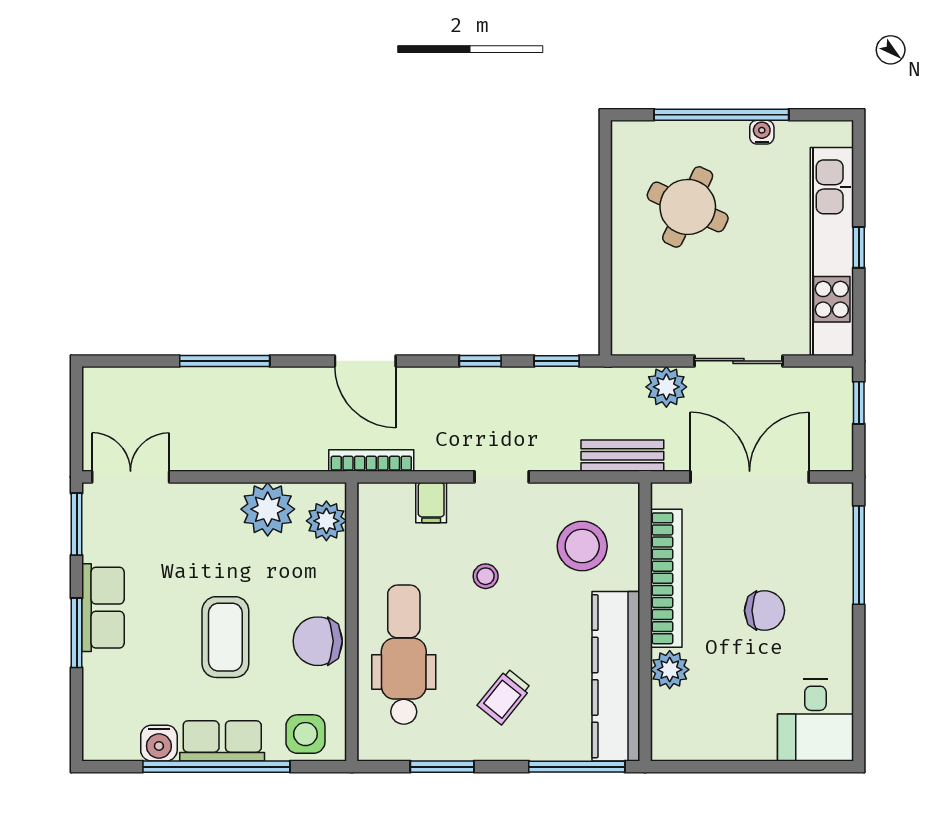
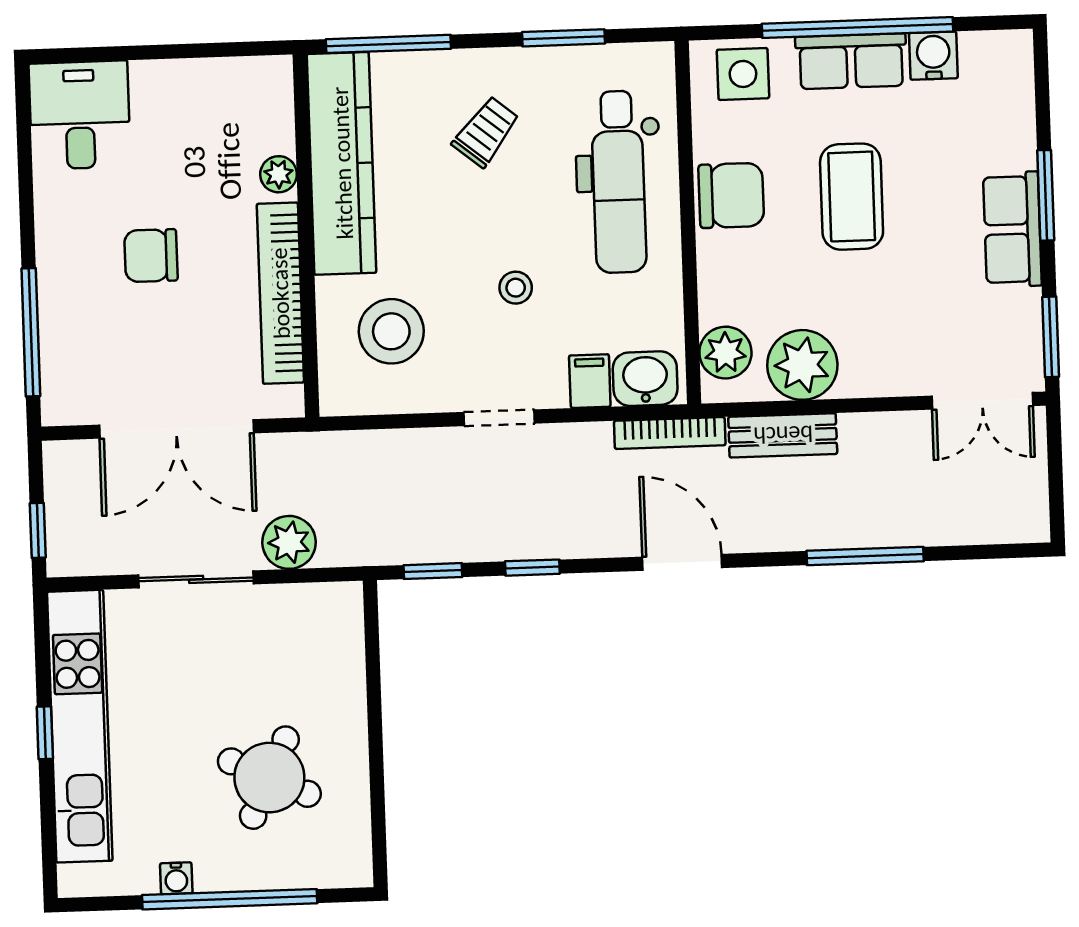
bench: (622, 456) -> (783, 435), moved
washbasin: (389, 503) -> (645, 379), added
plant: (670, 670) -> (279, 174), width x0.73, depth x0.73

